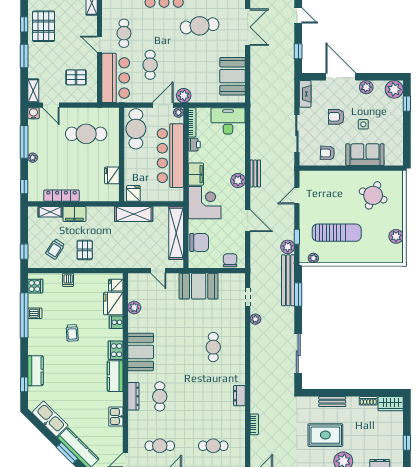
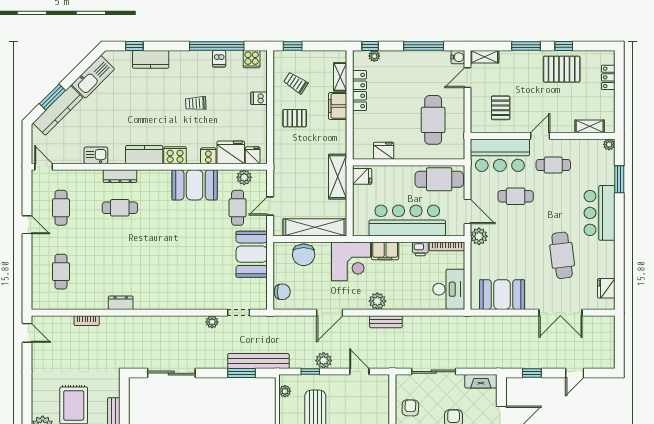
plant: (179, 113) -> (459, 230), removed
plant: (33, 158) -> (374, 56), moved
plant: (288, 247) -> (324, 360), moved
plant: (134, 307) -> (244, 177), moved
cafe table: (213, 347) -> (238, 208), moved, turned 90
booth: (141, 352) -> (195, 185), moved

